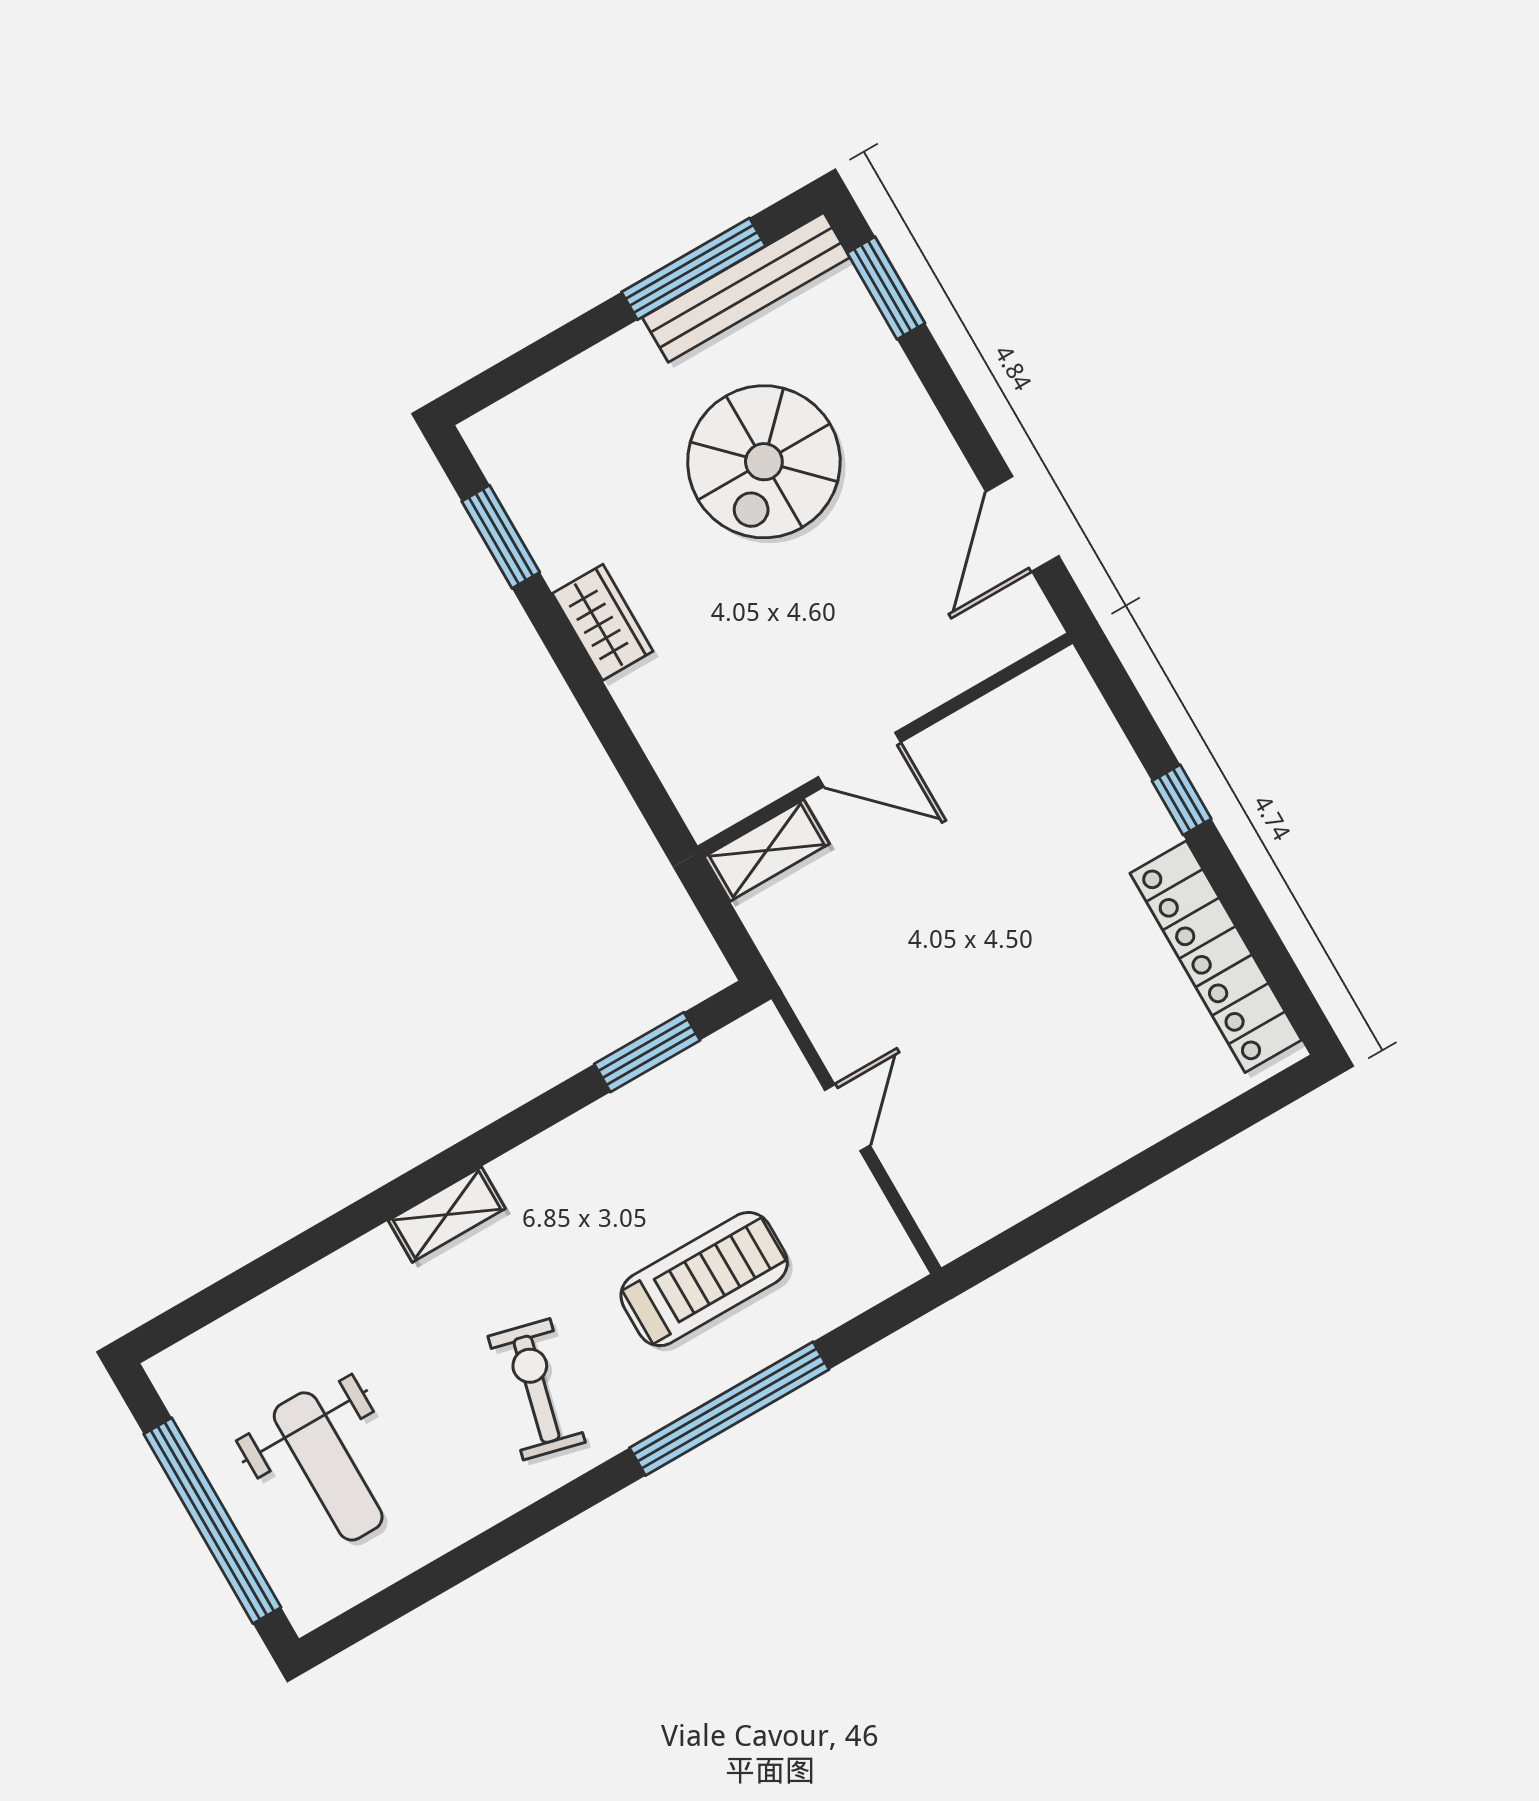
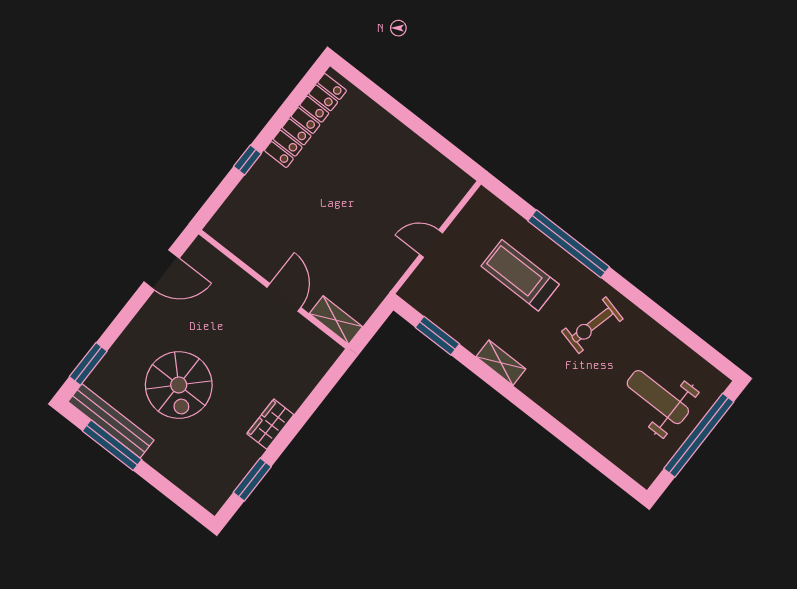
spiral stairs: (764, 462) -> (179, 385), turned 90
shelving: (447, 1215) -> (501, 363), moved
weight bench: (328, 1466) -> (658, 397), turned -90

